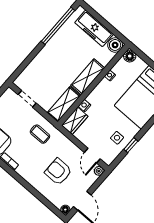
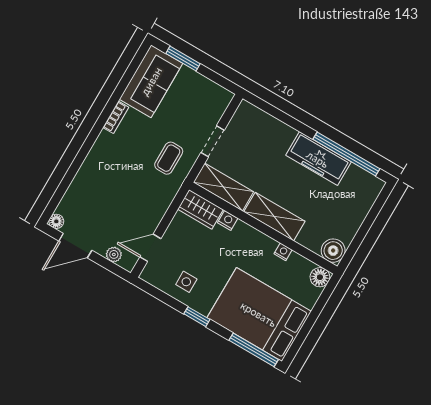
freezer: (94, 28) -> (318, 159), moved, turned -90
doorway: (27, 99) -> (213, 141), moved
window: (131, 145) -> (197, 317), moved
plant: (99, 171) -> (114, 254), moved
armchair: (58, 172) -> (114, 199), removed

